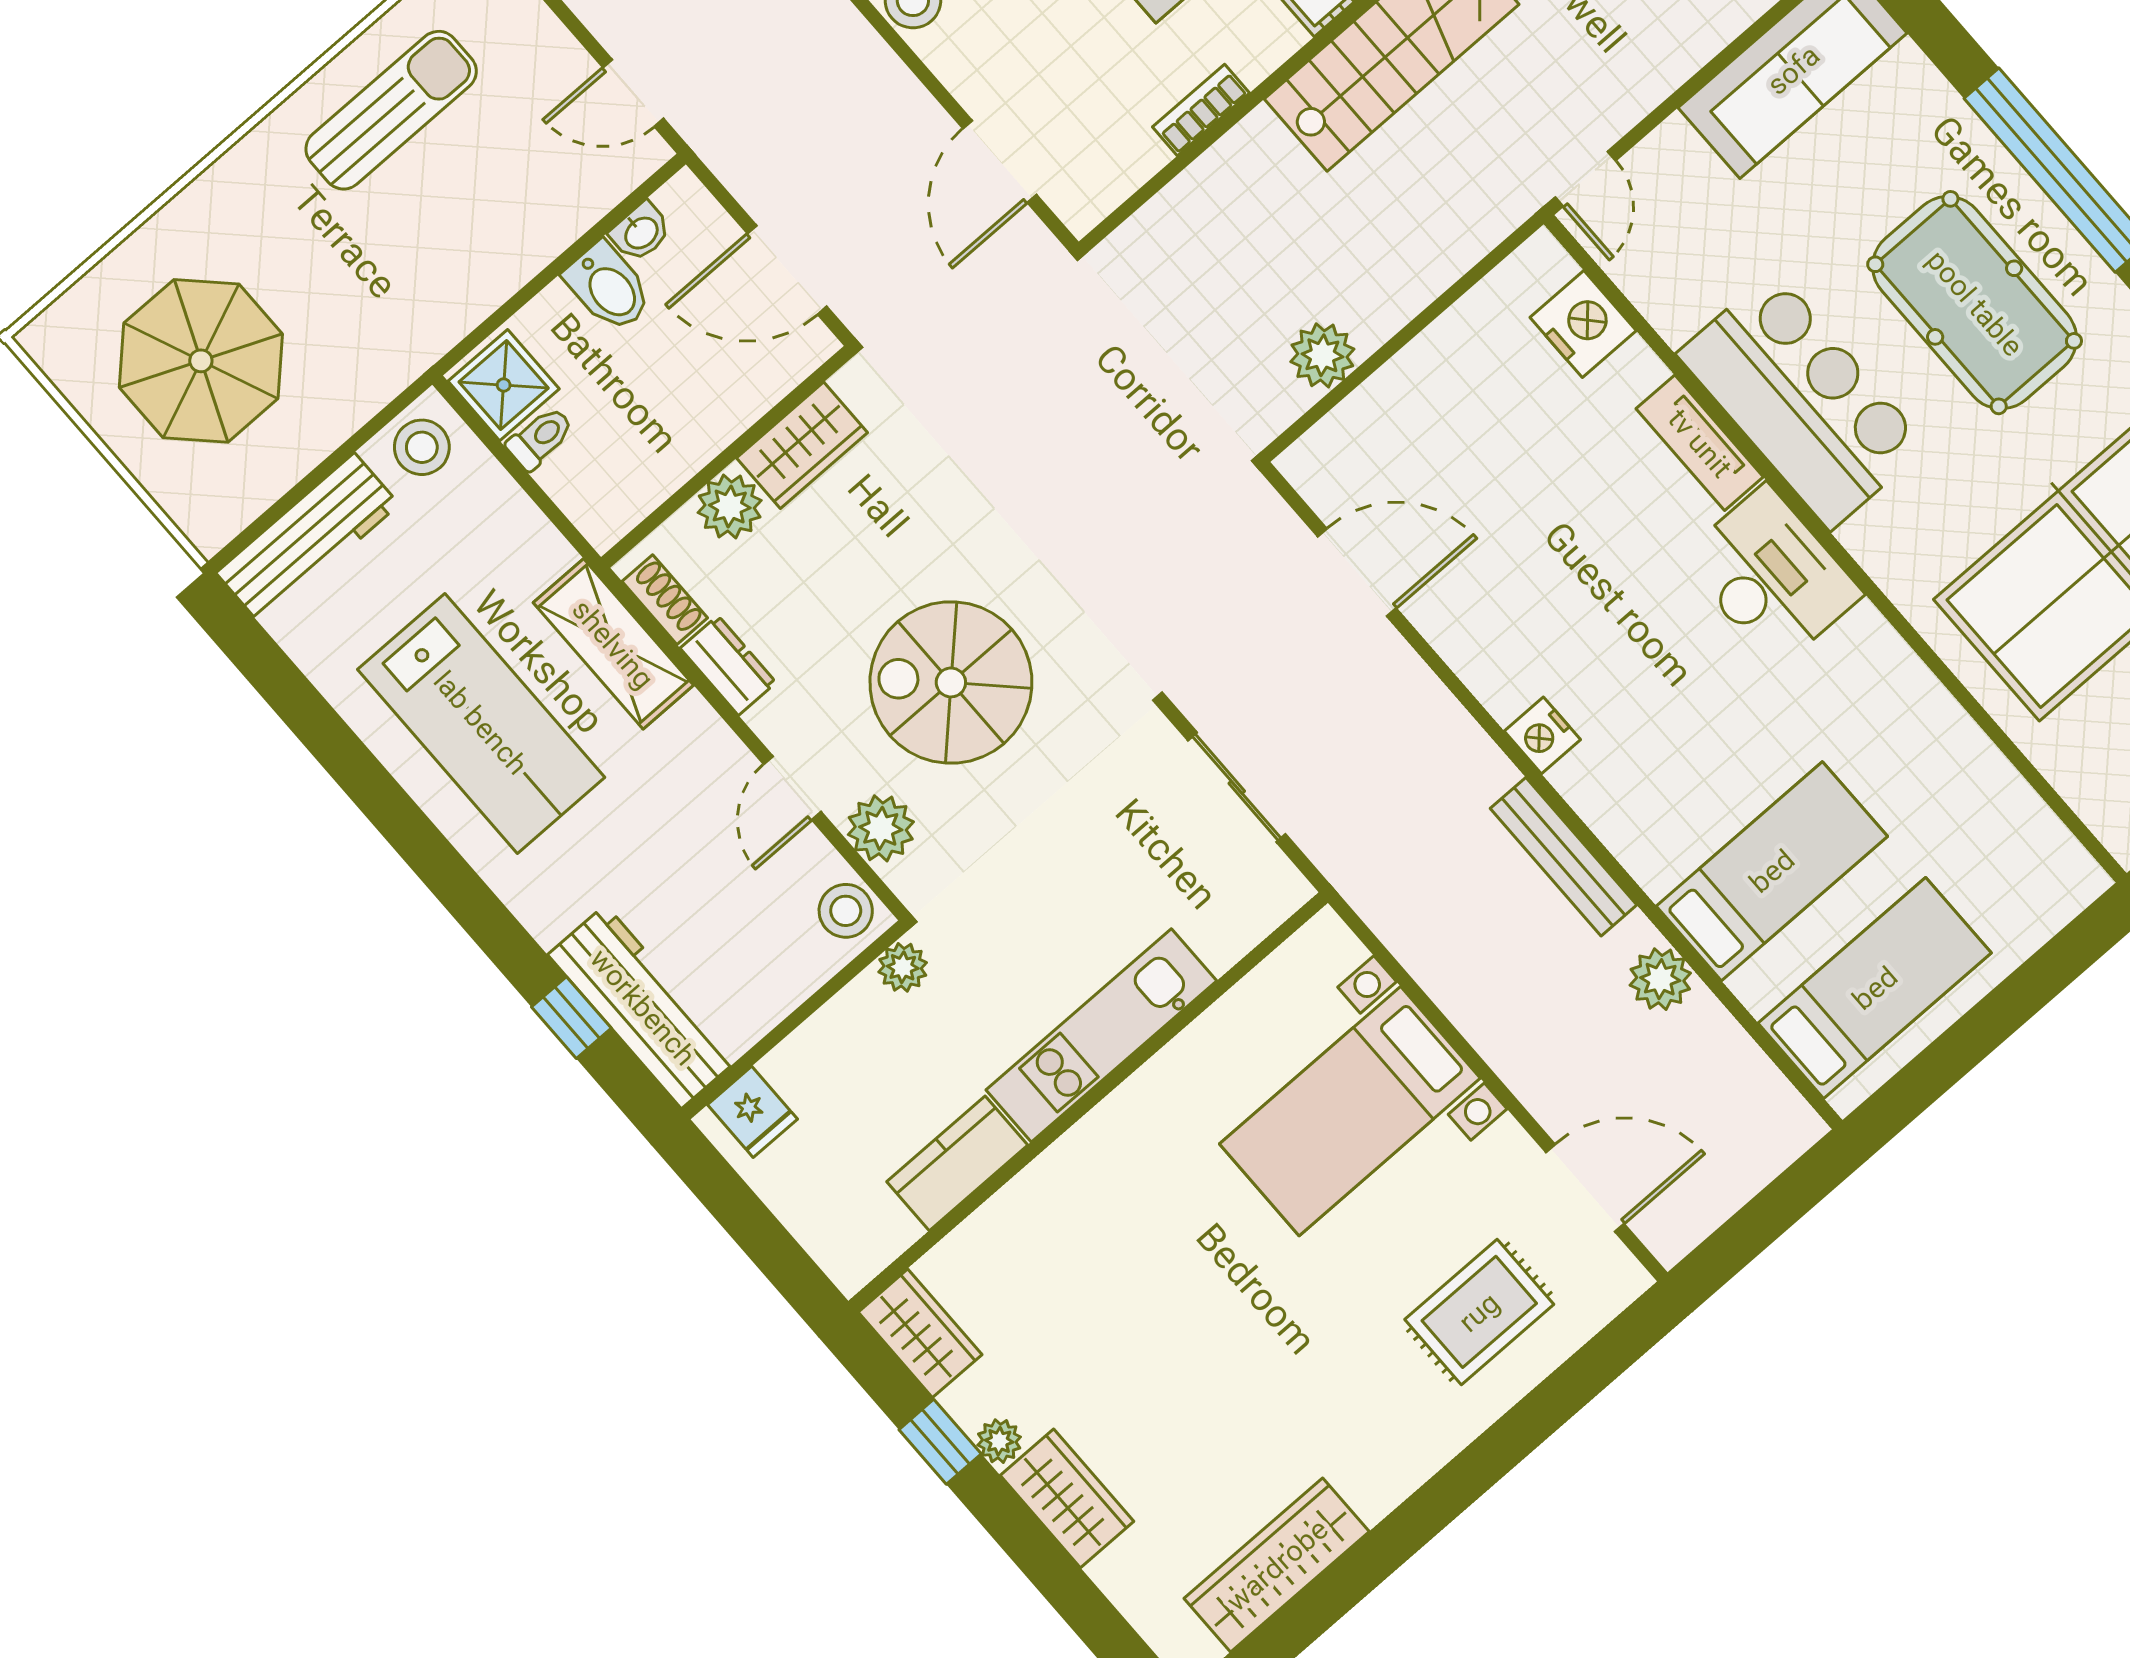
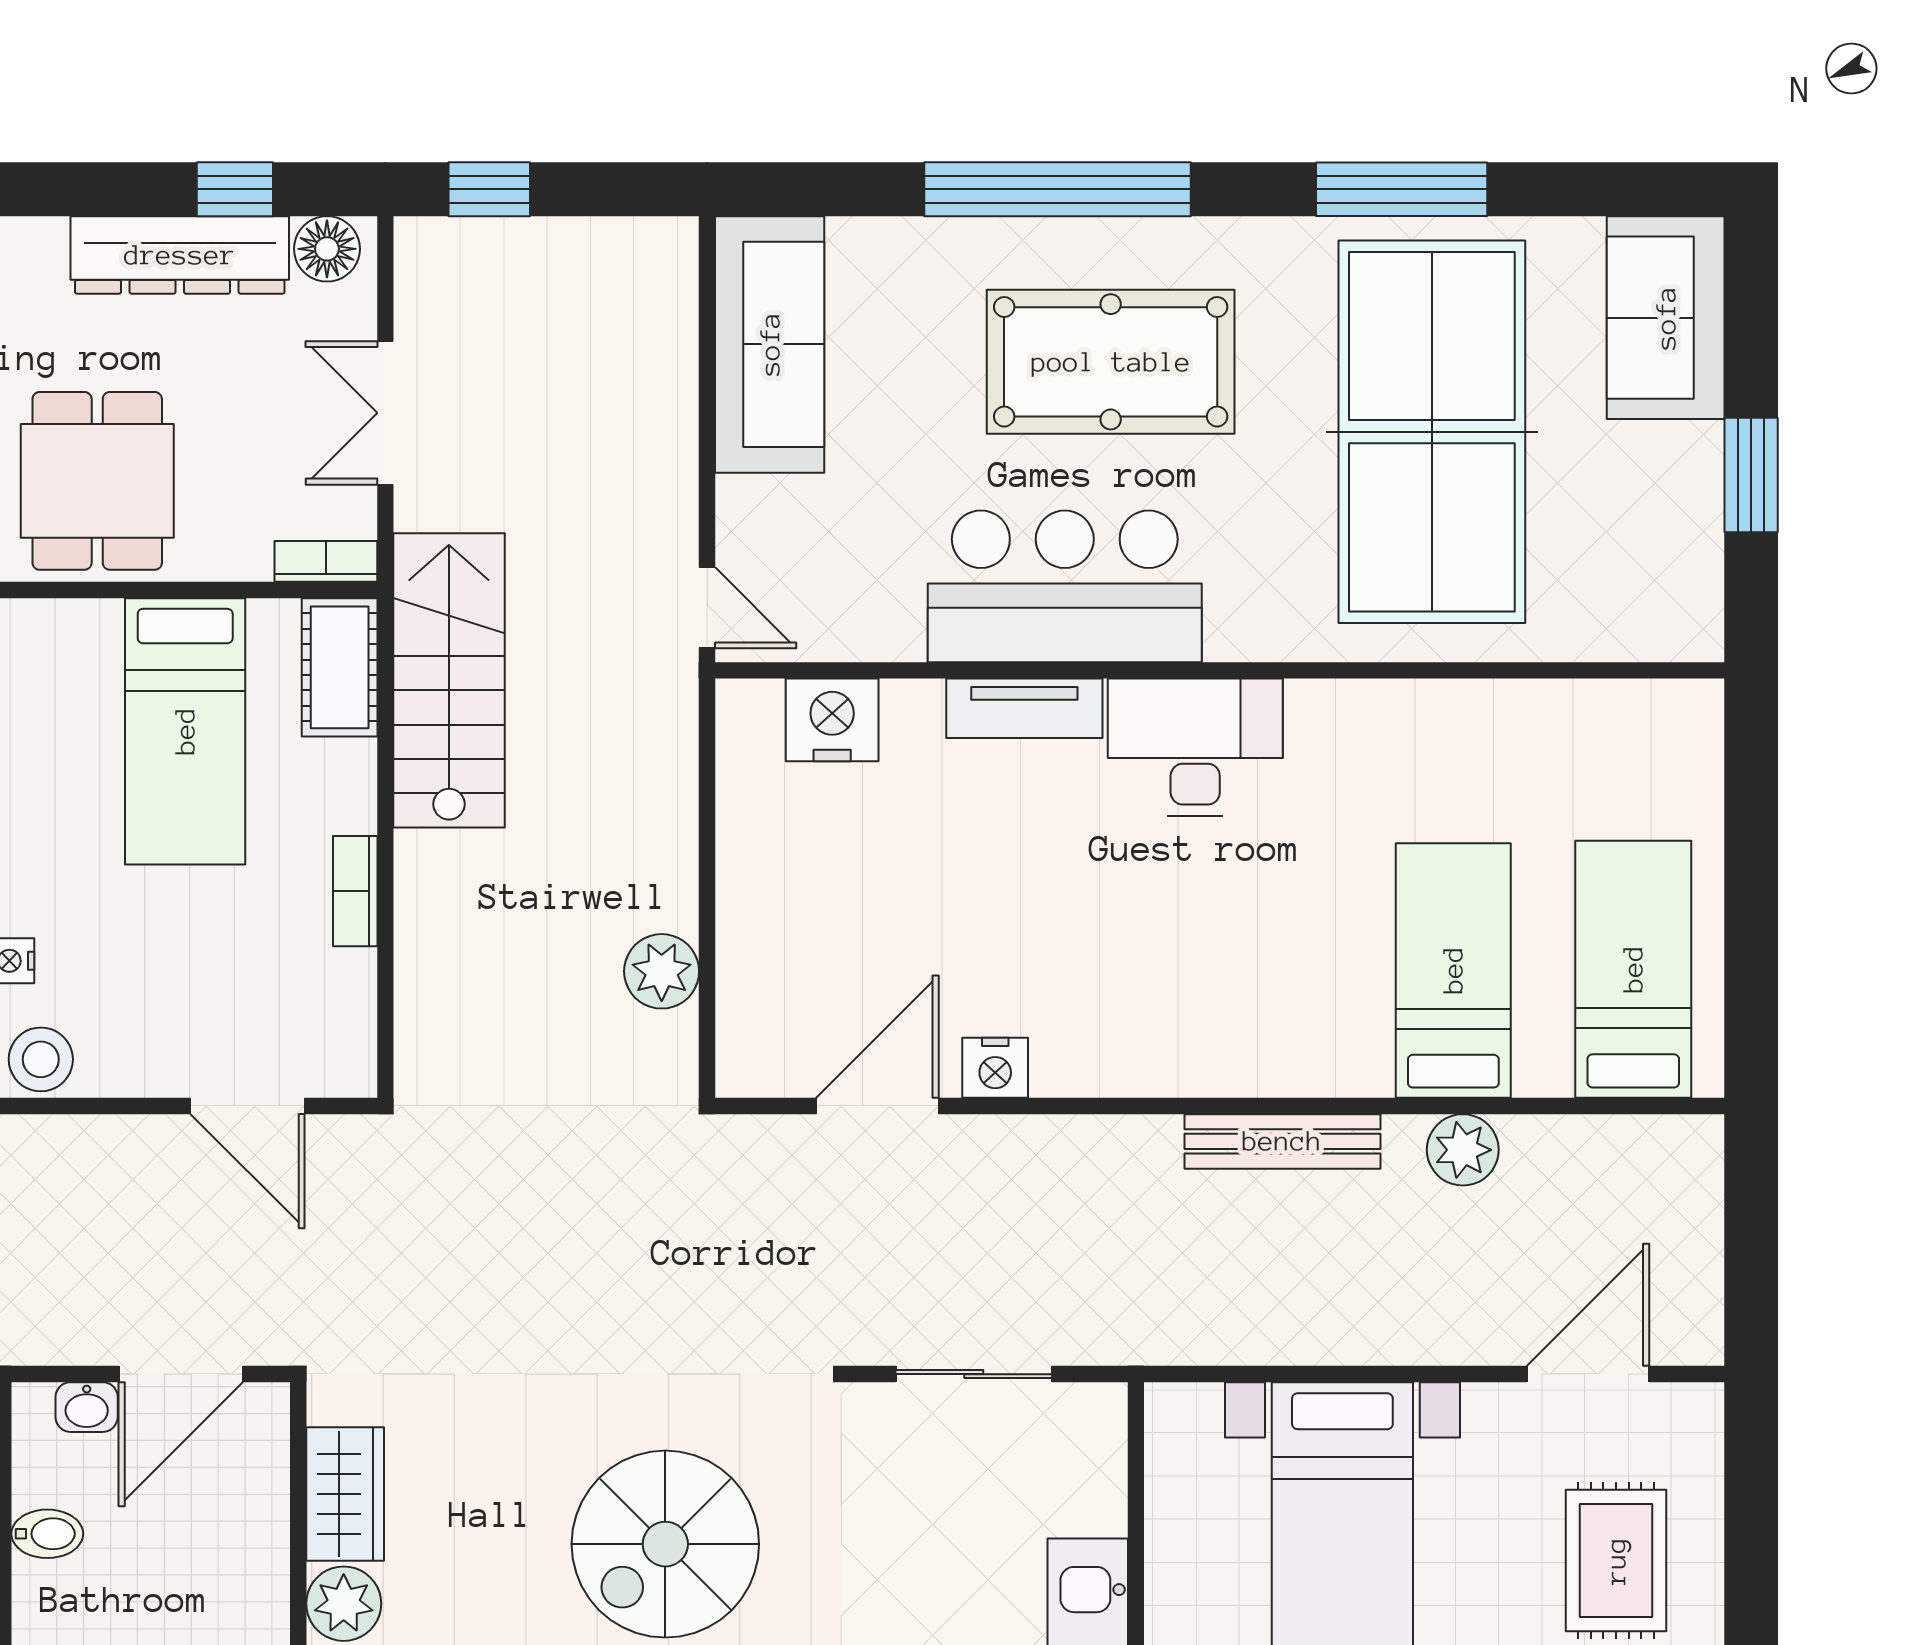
washbasin: (641, 232) -> (87, 1407), moved, turned 90
bidet: (608, 287) -> (47, 1534), width x0.72, depth x0.74
nightstand: (1542, 735) -> (995, 1068), moved

